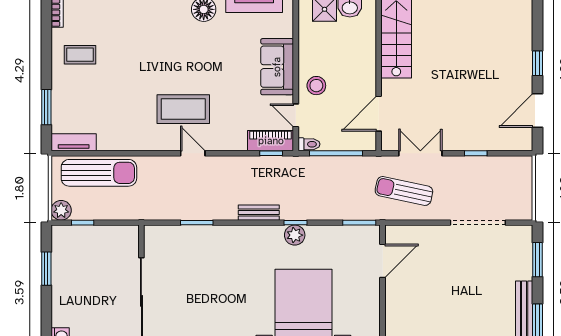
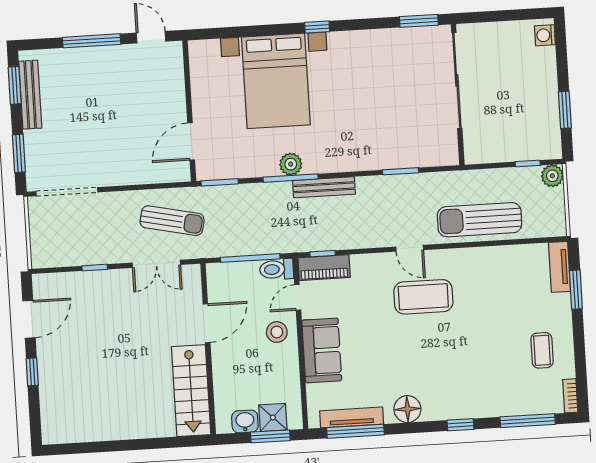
coffee table: (80, 55) -> (542, 350), turned 90
door: (379, 114) -> (207, 323), moved
door: (296, 115) -> (298, 297), swing flipped
tv unit: (74, 142) -> (560, 267), moved, turned 90
toilet: (309, 144) -> (277, 269), width x1.37, depth x1.39
sun lounger: (99, 173) -> (480, 220), moved
bench: (259, 213) -> (324, 187), width x1.36
window: (296, 223) -> (291, 178), width x2.17
doorway: (478, 223) -> (67, 192), moved

